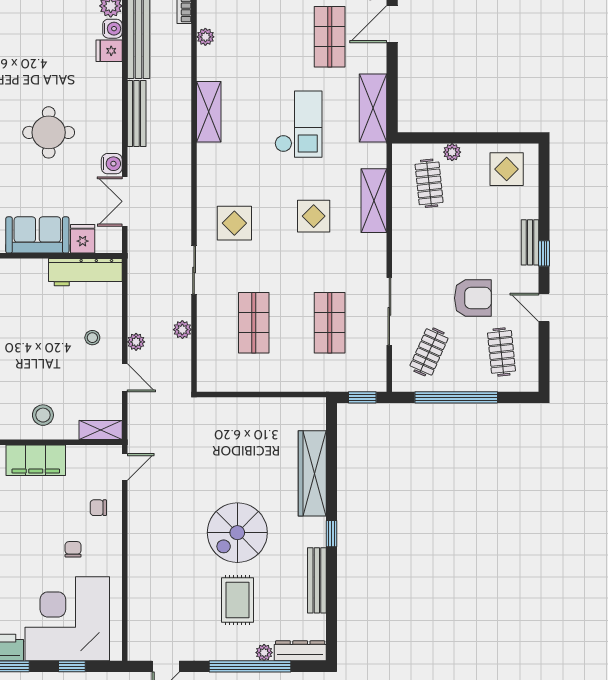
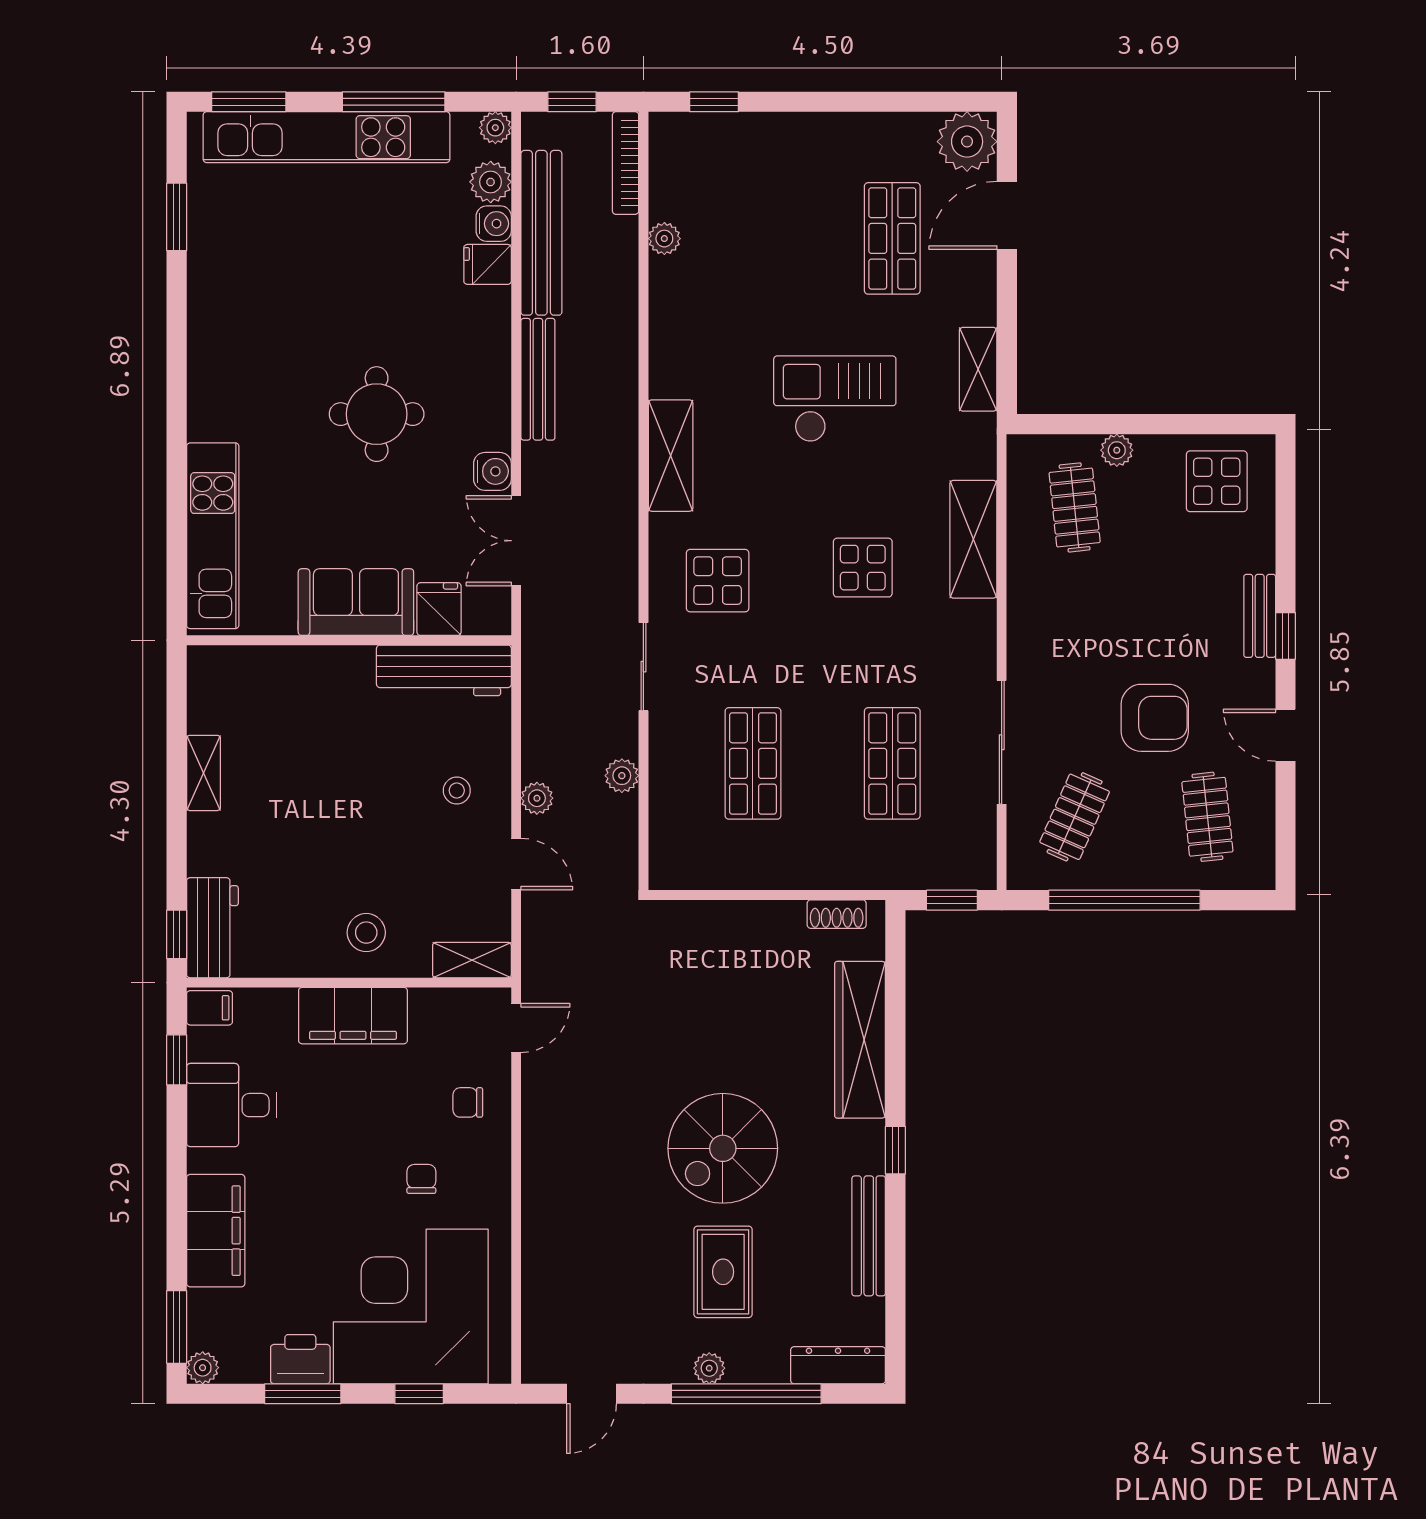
shelving: (373, 108) -> (978, 369), width x0.67, depth x0.75
shelving: (209, 112) -> (671, 456), moved
checkout: (298, 124) -> (835, 399), turned -90
shoe rack: (299, 405) -> (837, 914), added
plant: (264, 653) -> (709, 1368), moved

